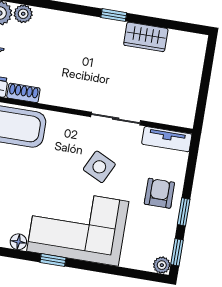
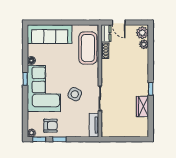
armchair: (159, 193) -> (50, 126), moved

